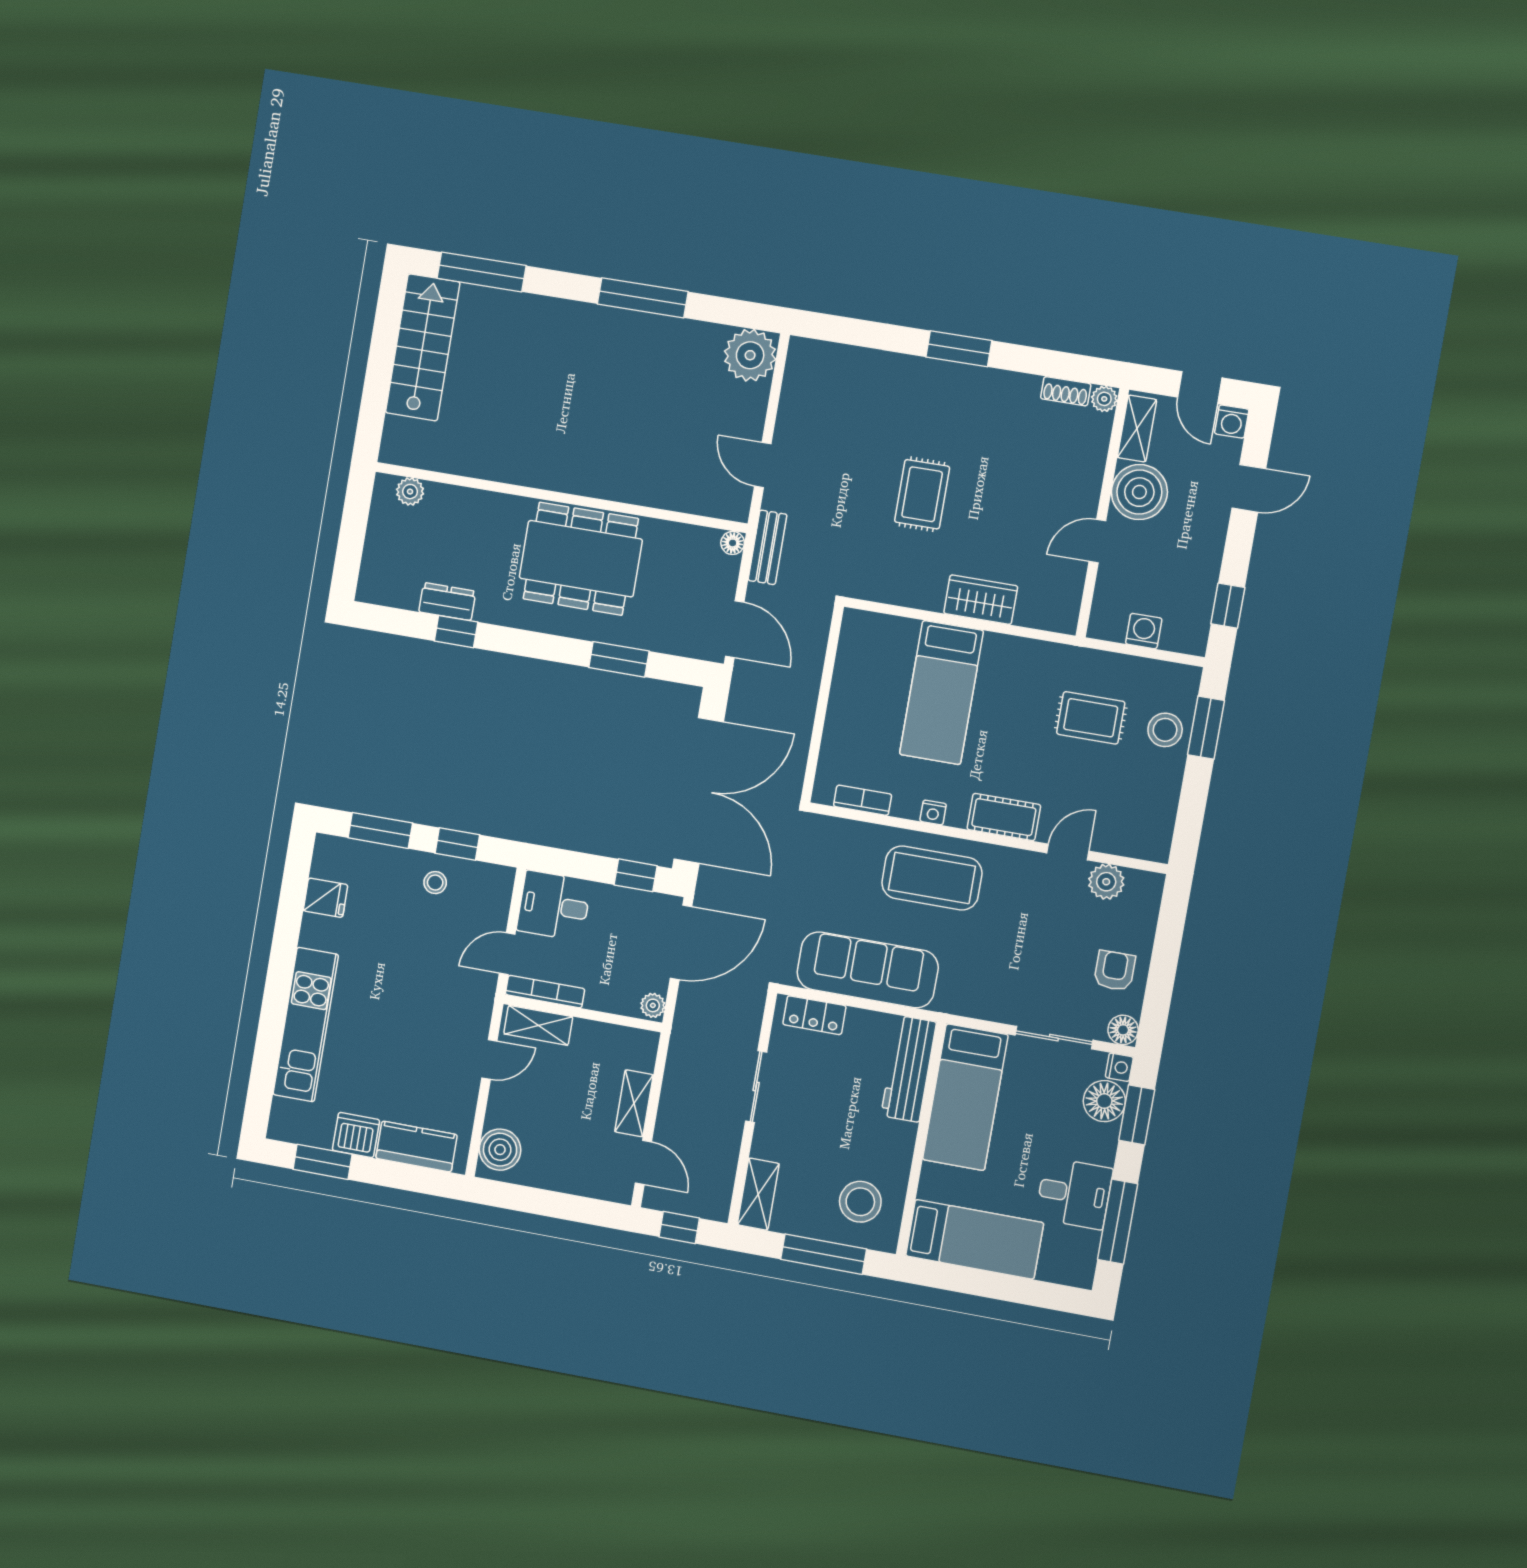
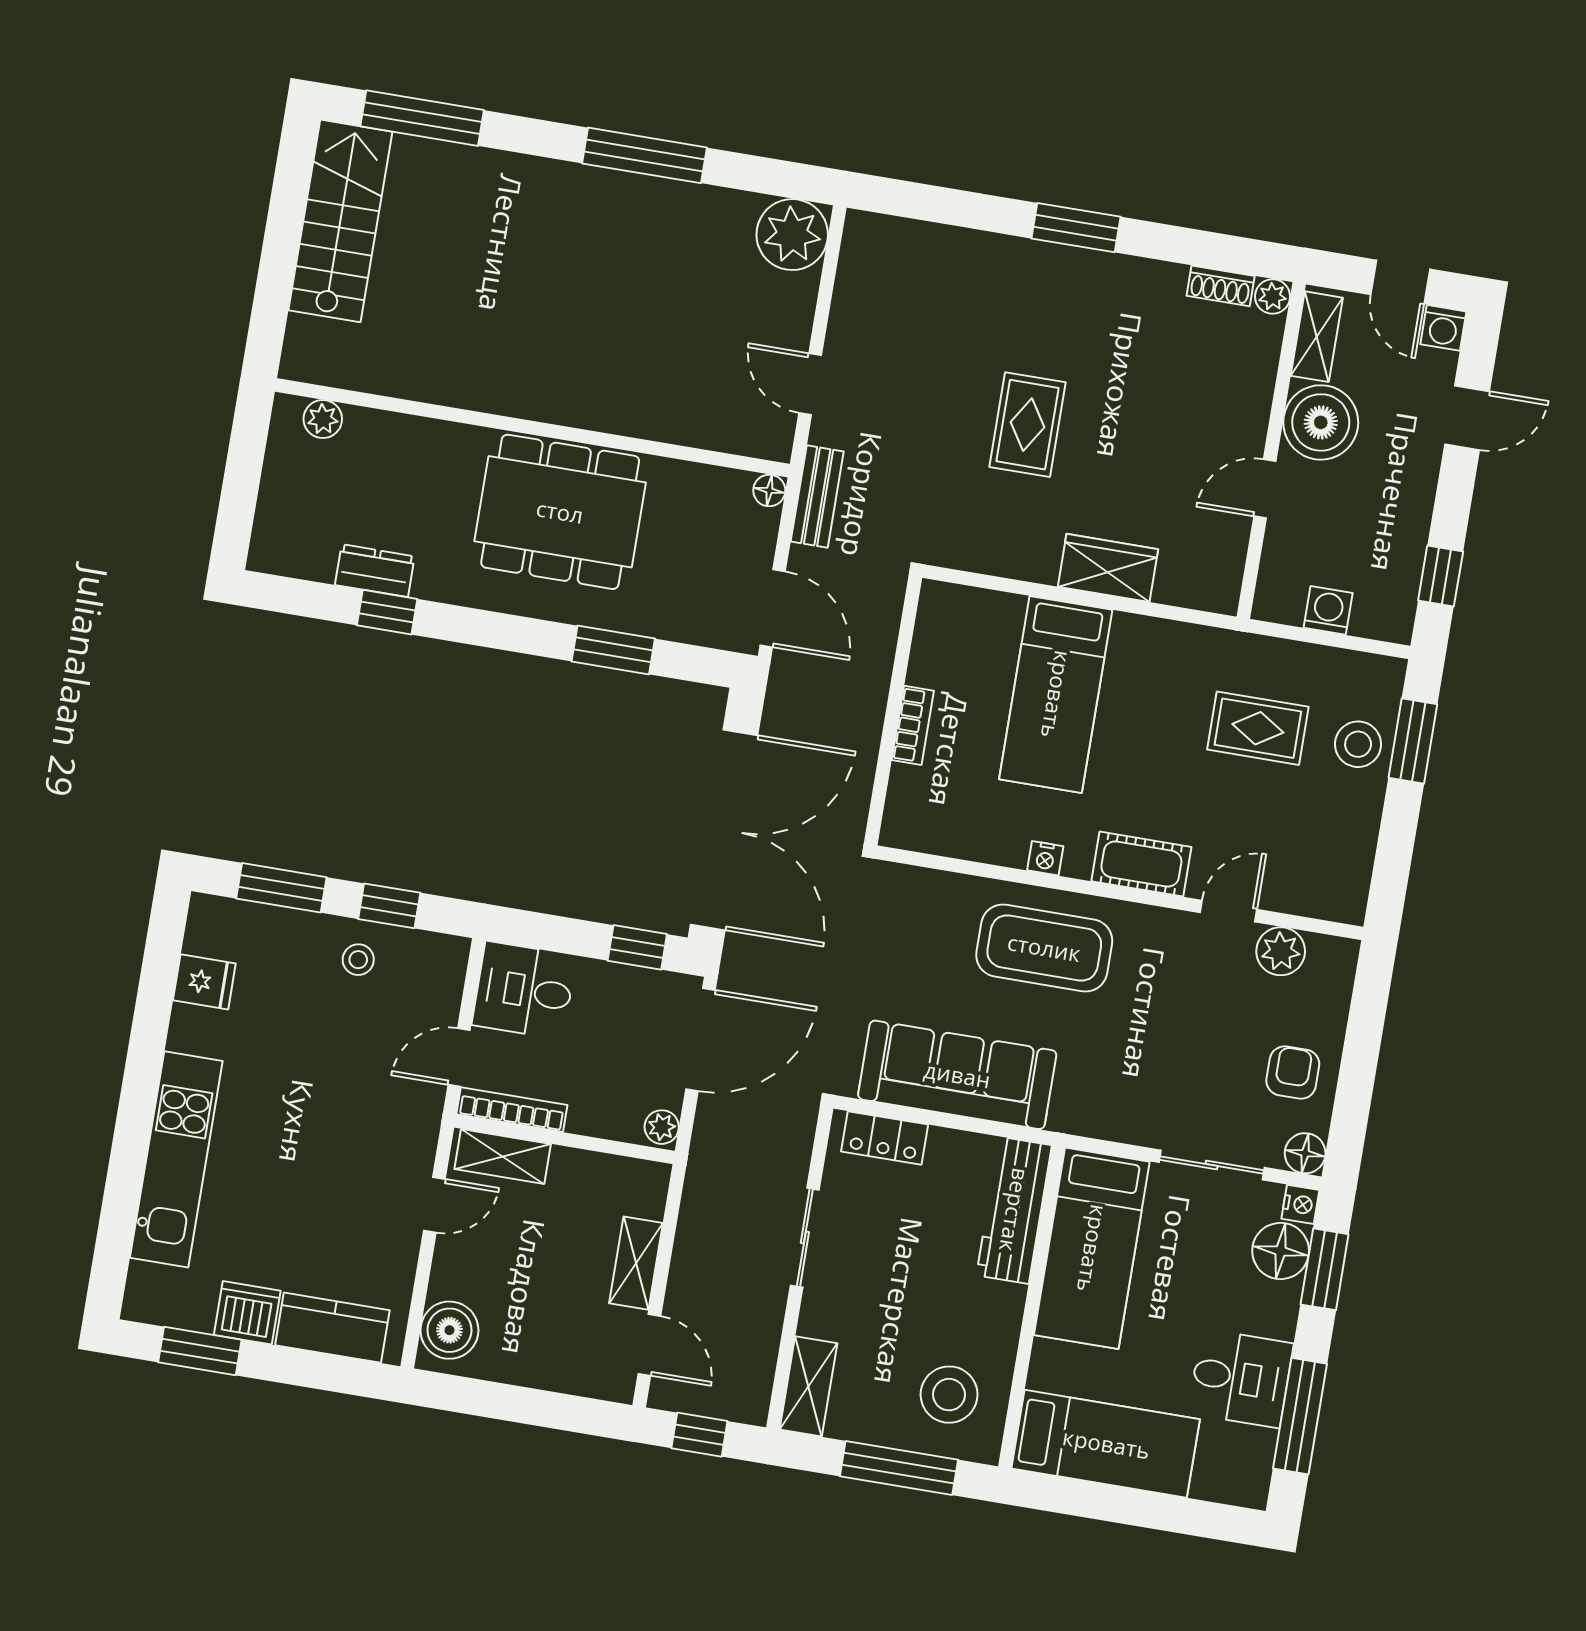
bookcase: (863, 800) -> (913, 725), moved, turned 90

